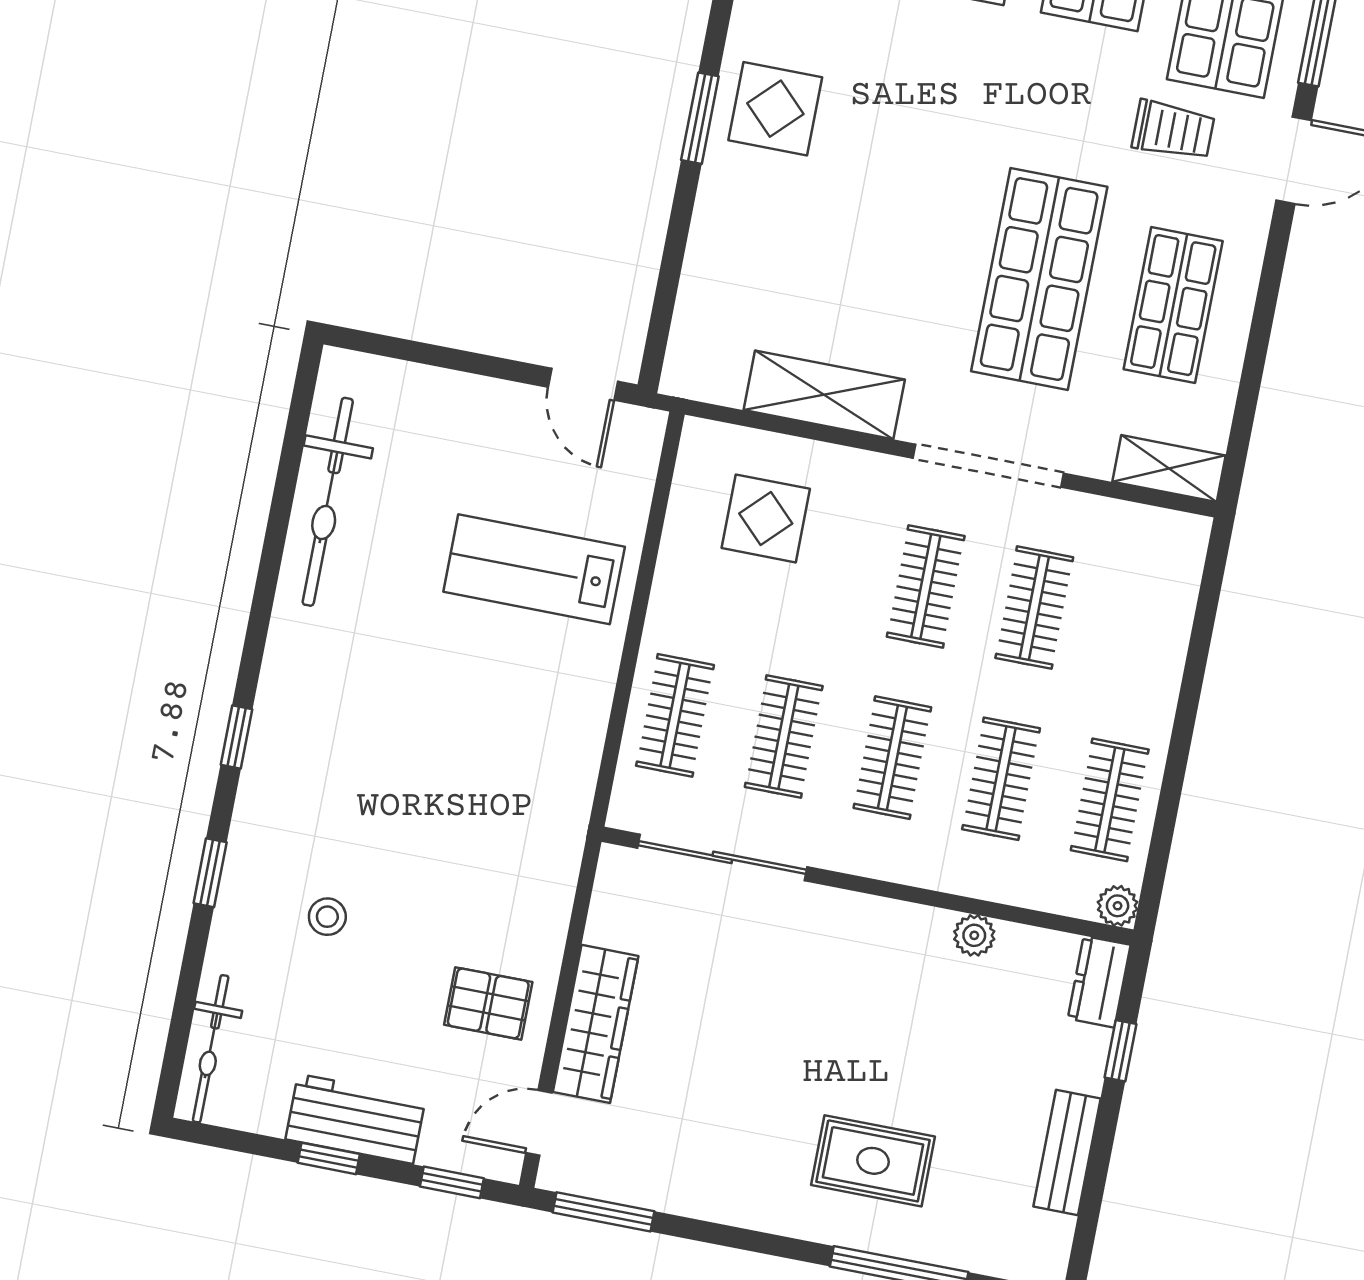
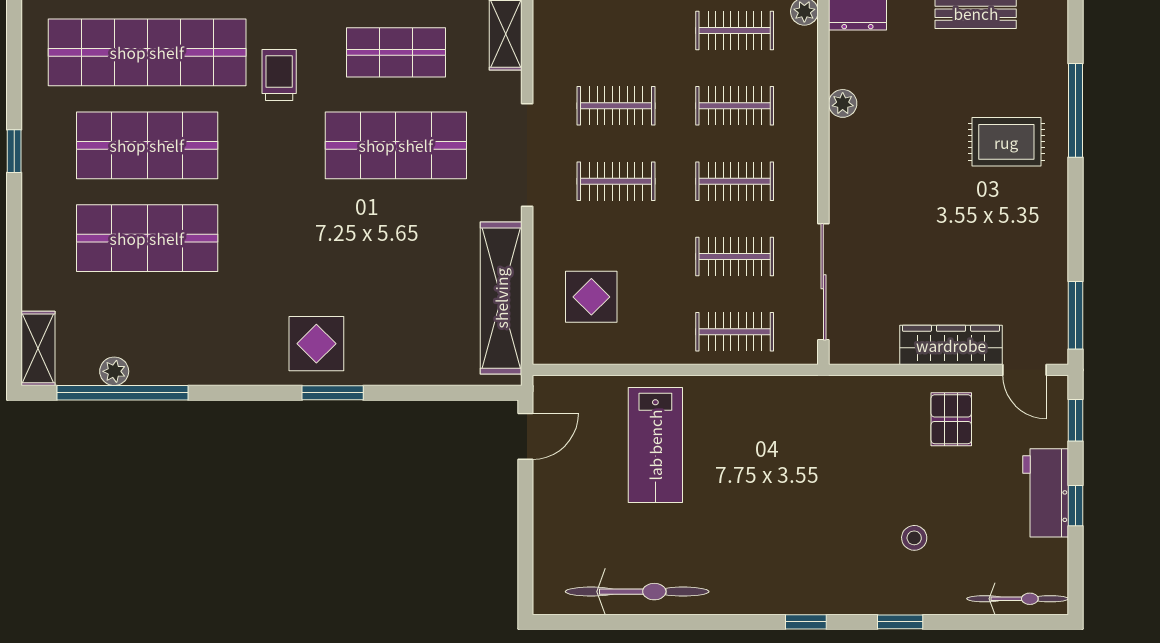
shelving: (824, 395) -> (501, 298), width x1.47
rug: (873, 1161) -> (1006, 142), turned 90

